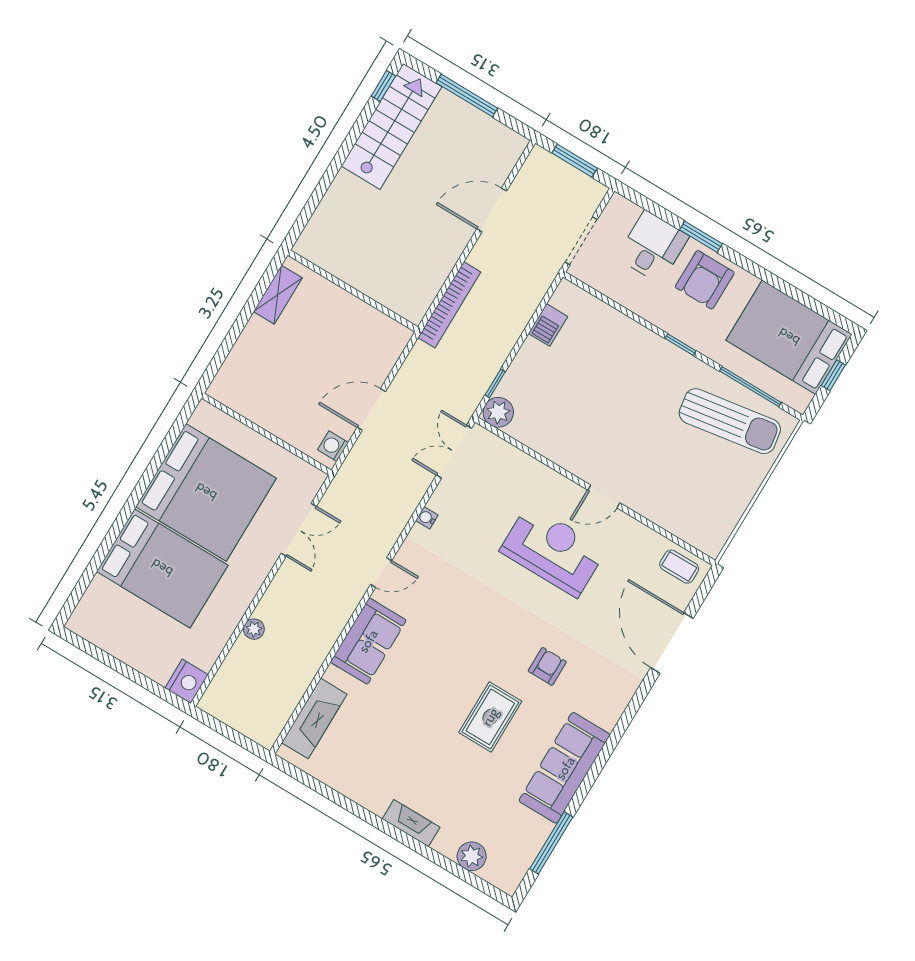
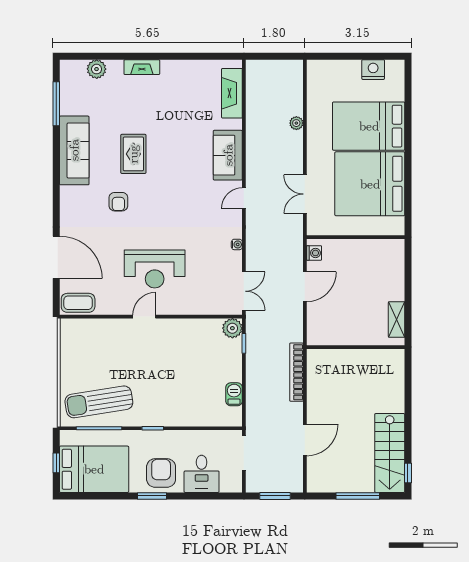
window: (701, 237) -> (152, 496), moved
coffee table: (679, 567) -> (78, 303), width x1.36, depth x1.30
nightstand: (187, 681) -> (373, 70), moved, turned 90

